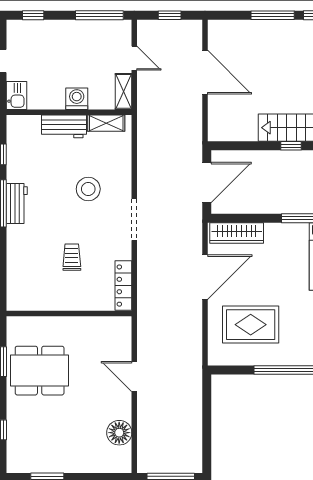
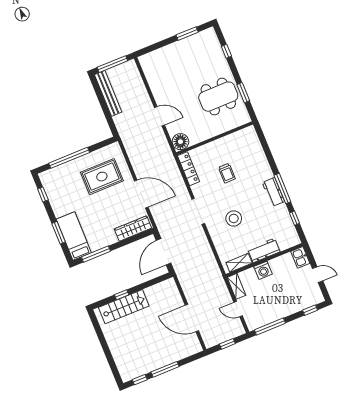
door: (205, 277) -> (141, 194), swing flipped
floor lamp: (119, 433) -> (180, 142), moved
bench: (194, 439) -> (108, 93), added

